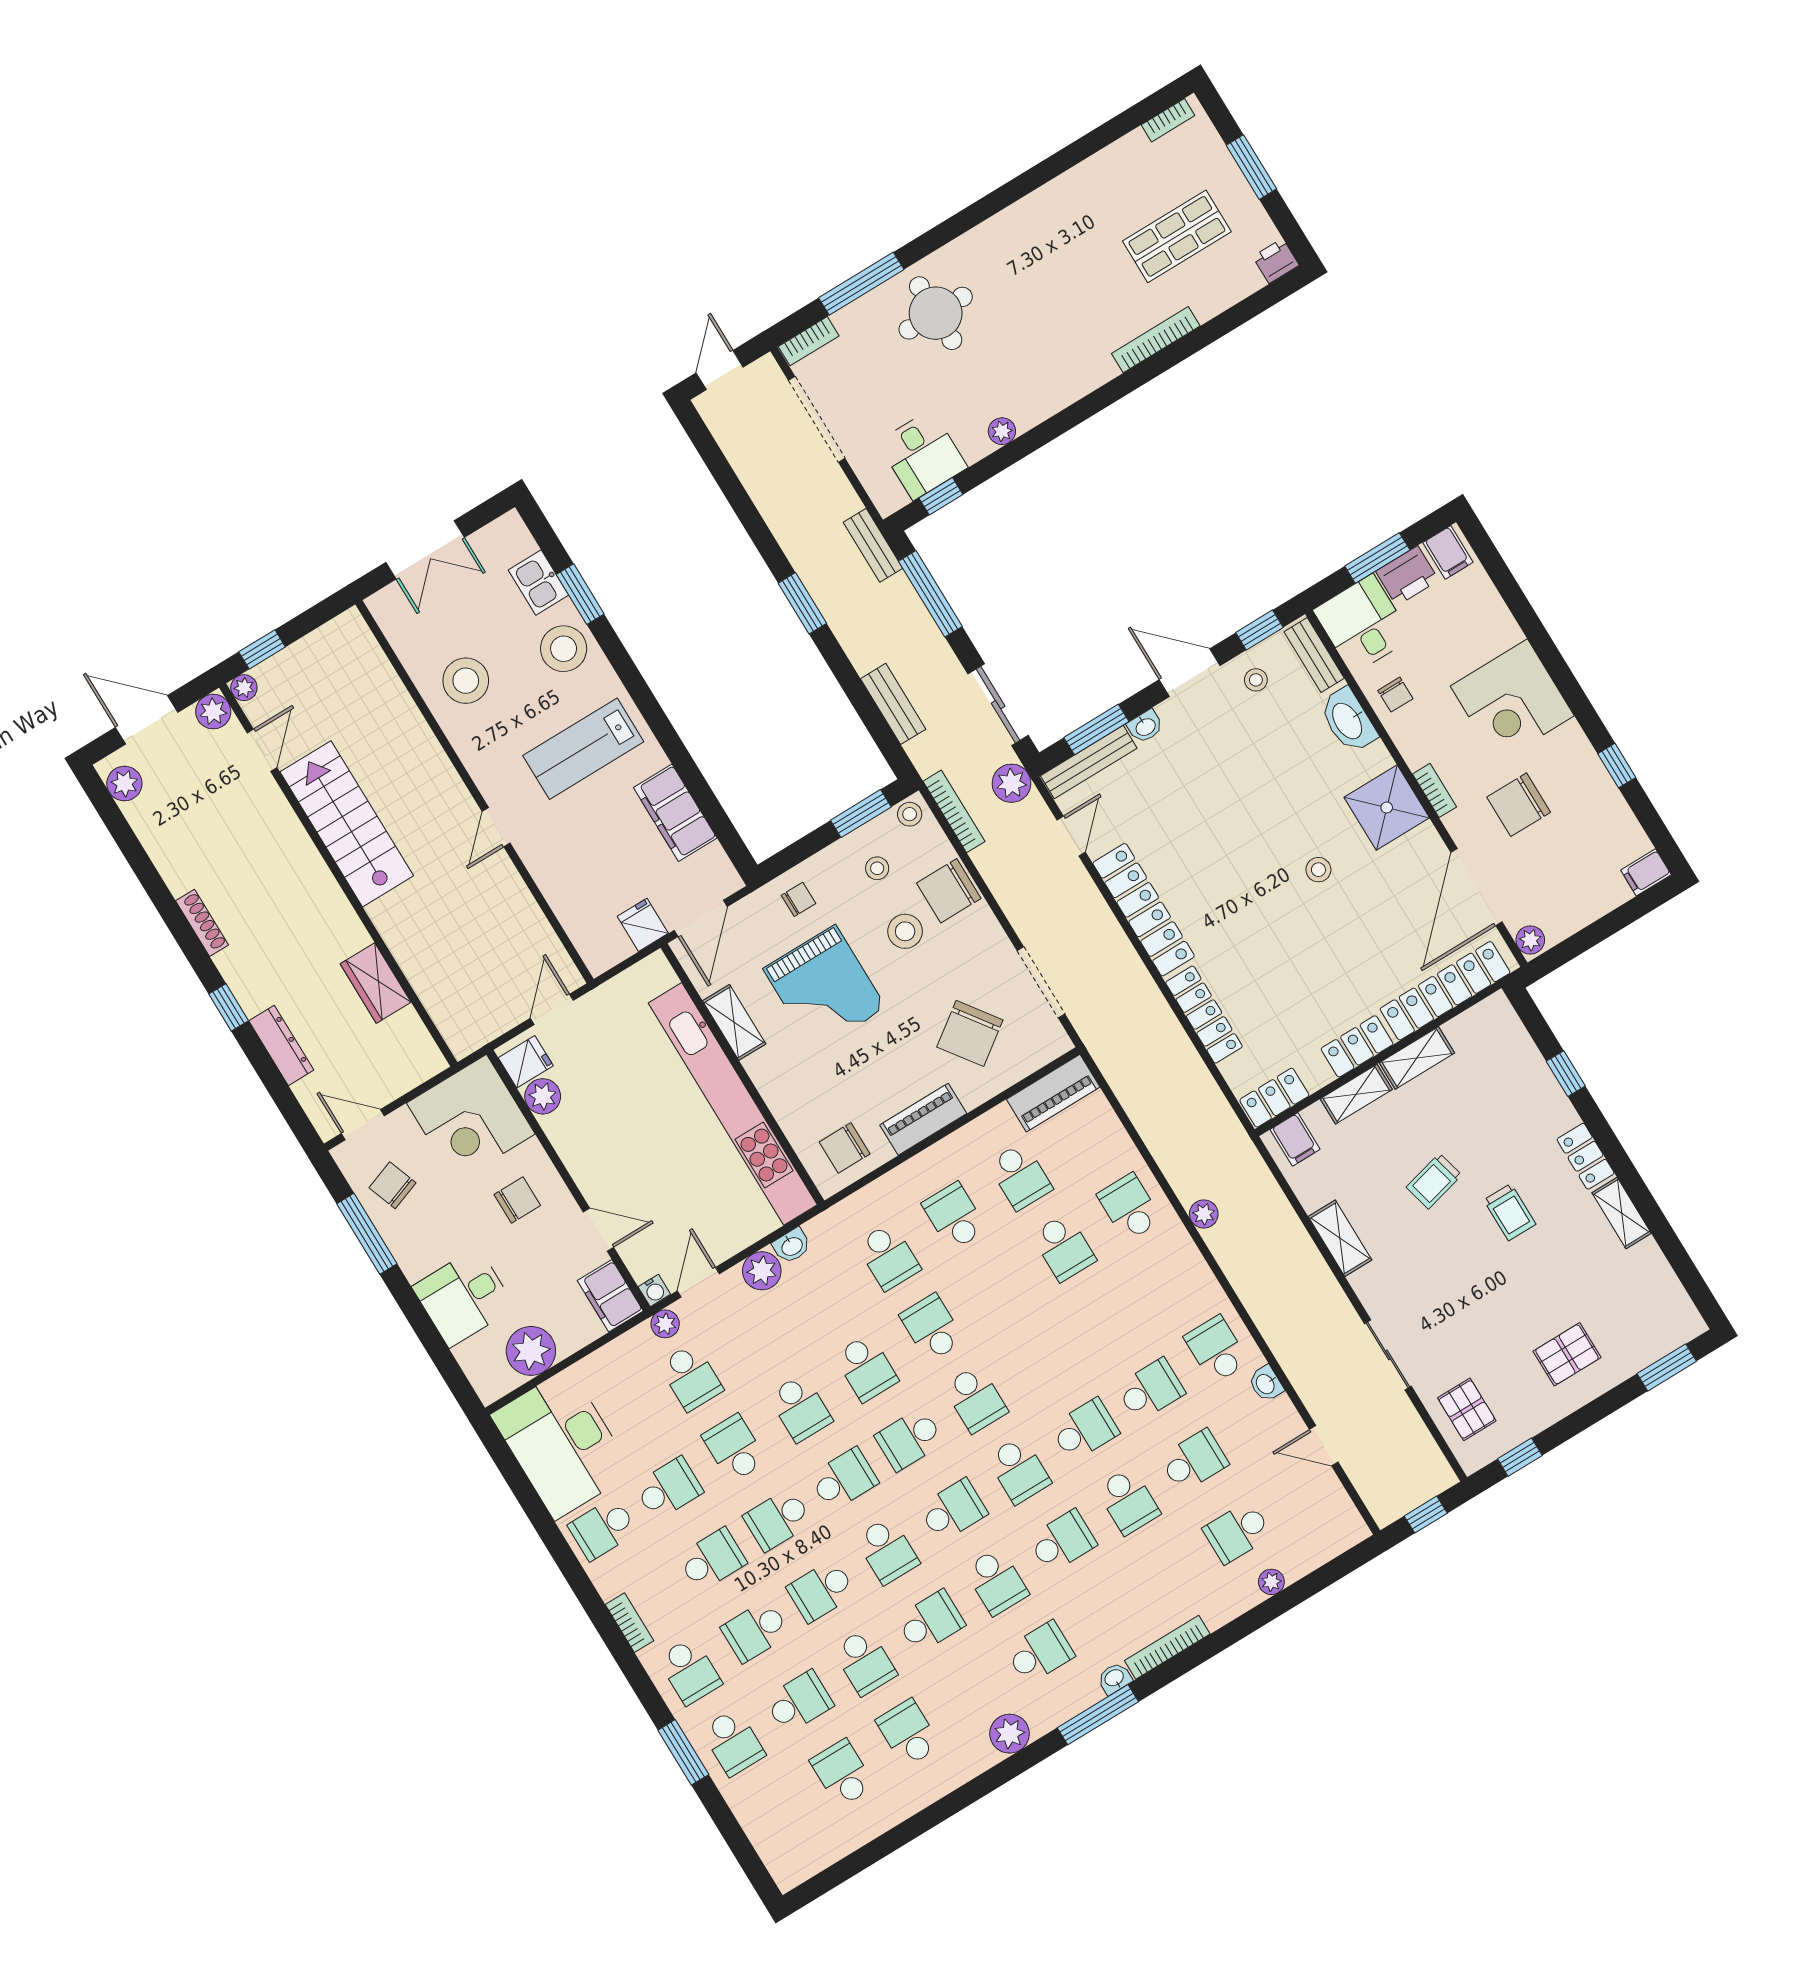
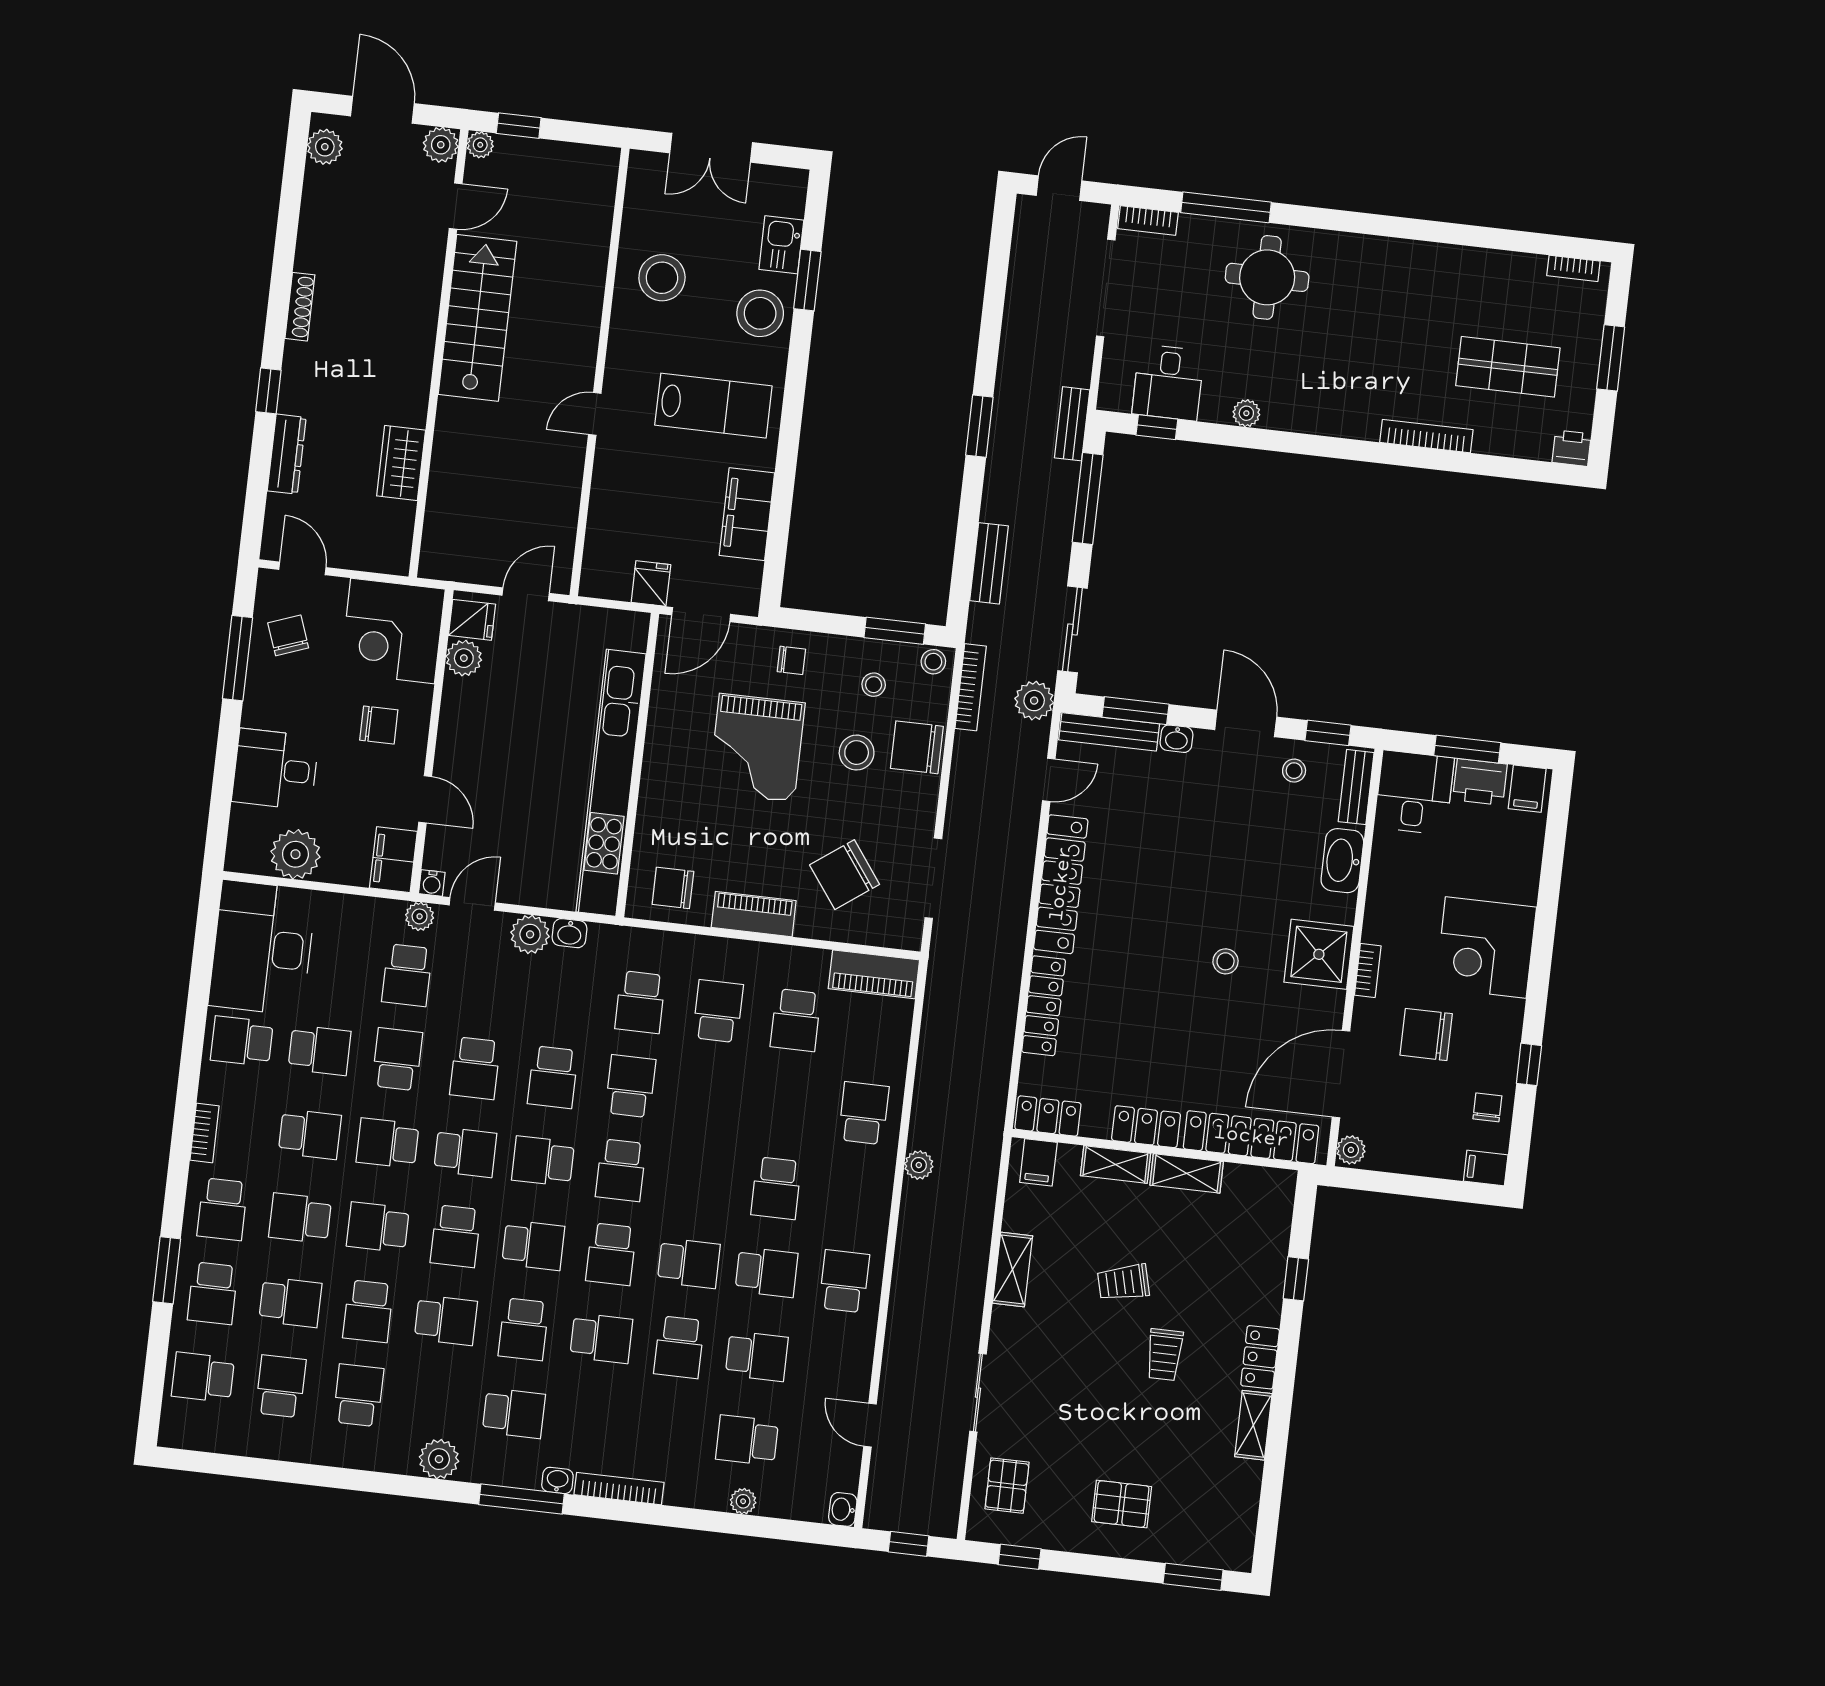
chair: (1395, 695) -> (1487, 1107), moved, turned 180
lab bench: (583, 749) -> (713, 406), turned 180
shelving: (734, 1022) -> (663, 718), removed
school desk: (1064, 1247) -> (776, 1188), moved
washbasin: (1266, 1384) -> (843, 1509), moved
school desk: (777, 1813) -> (203, 1377), added

